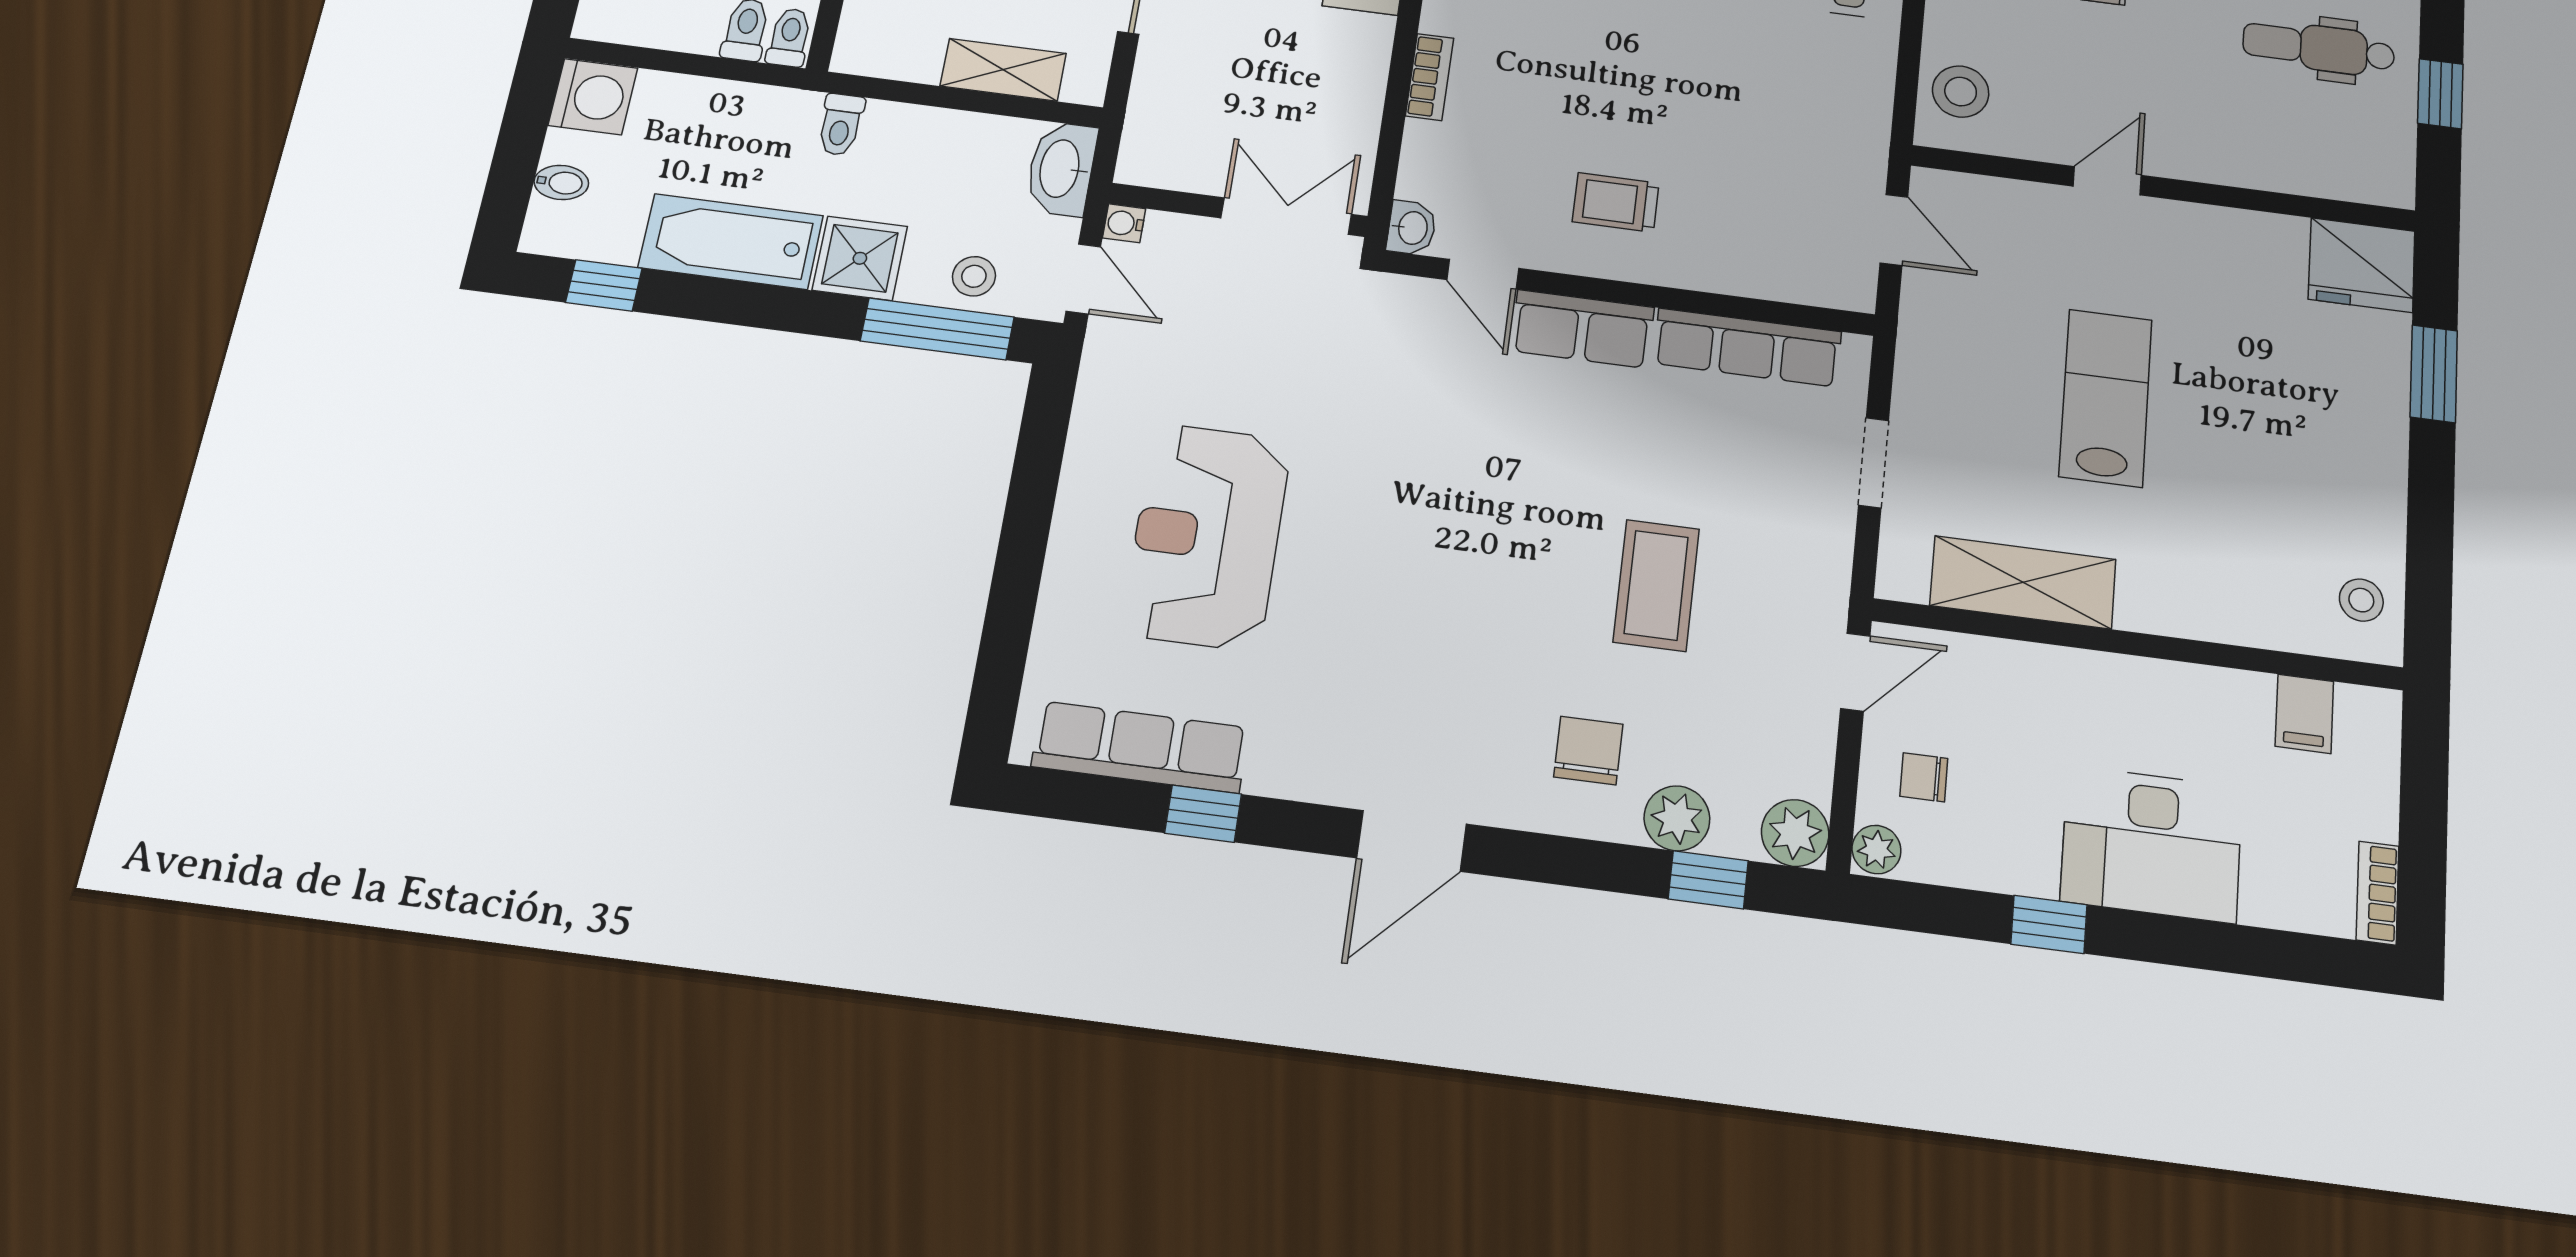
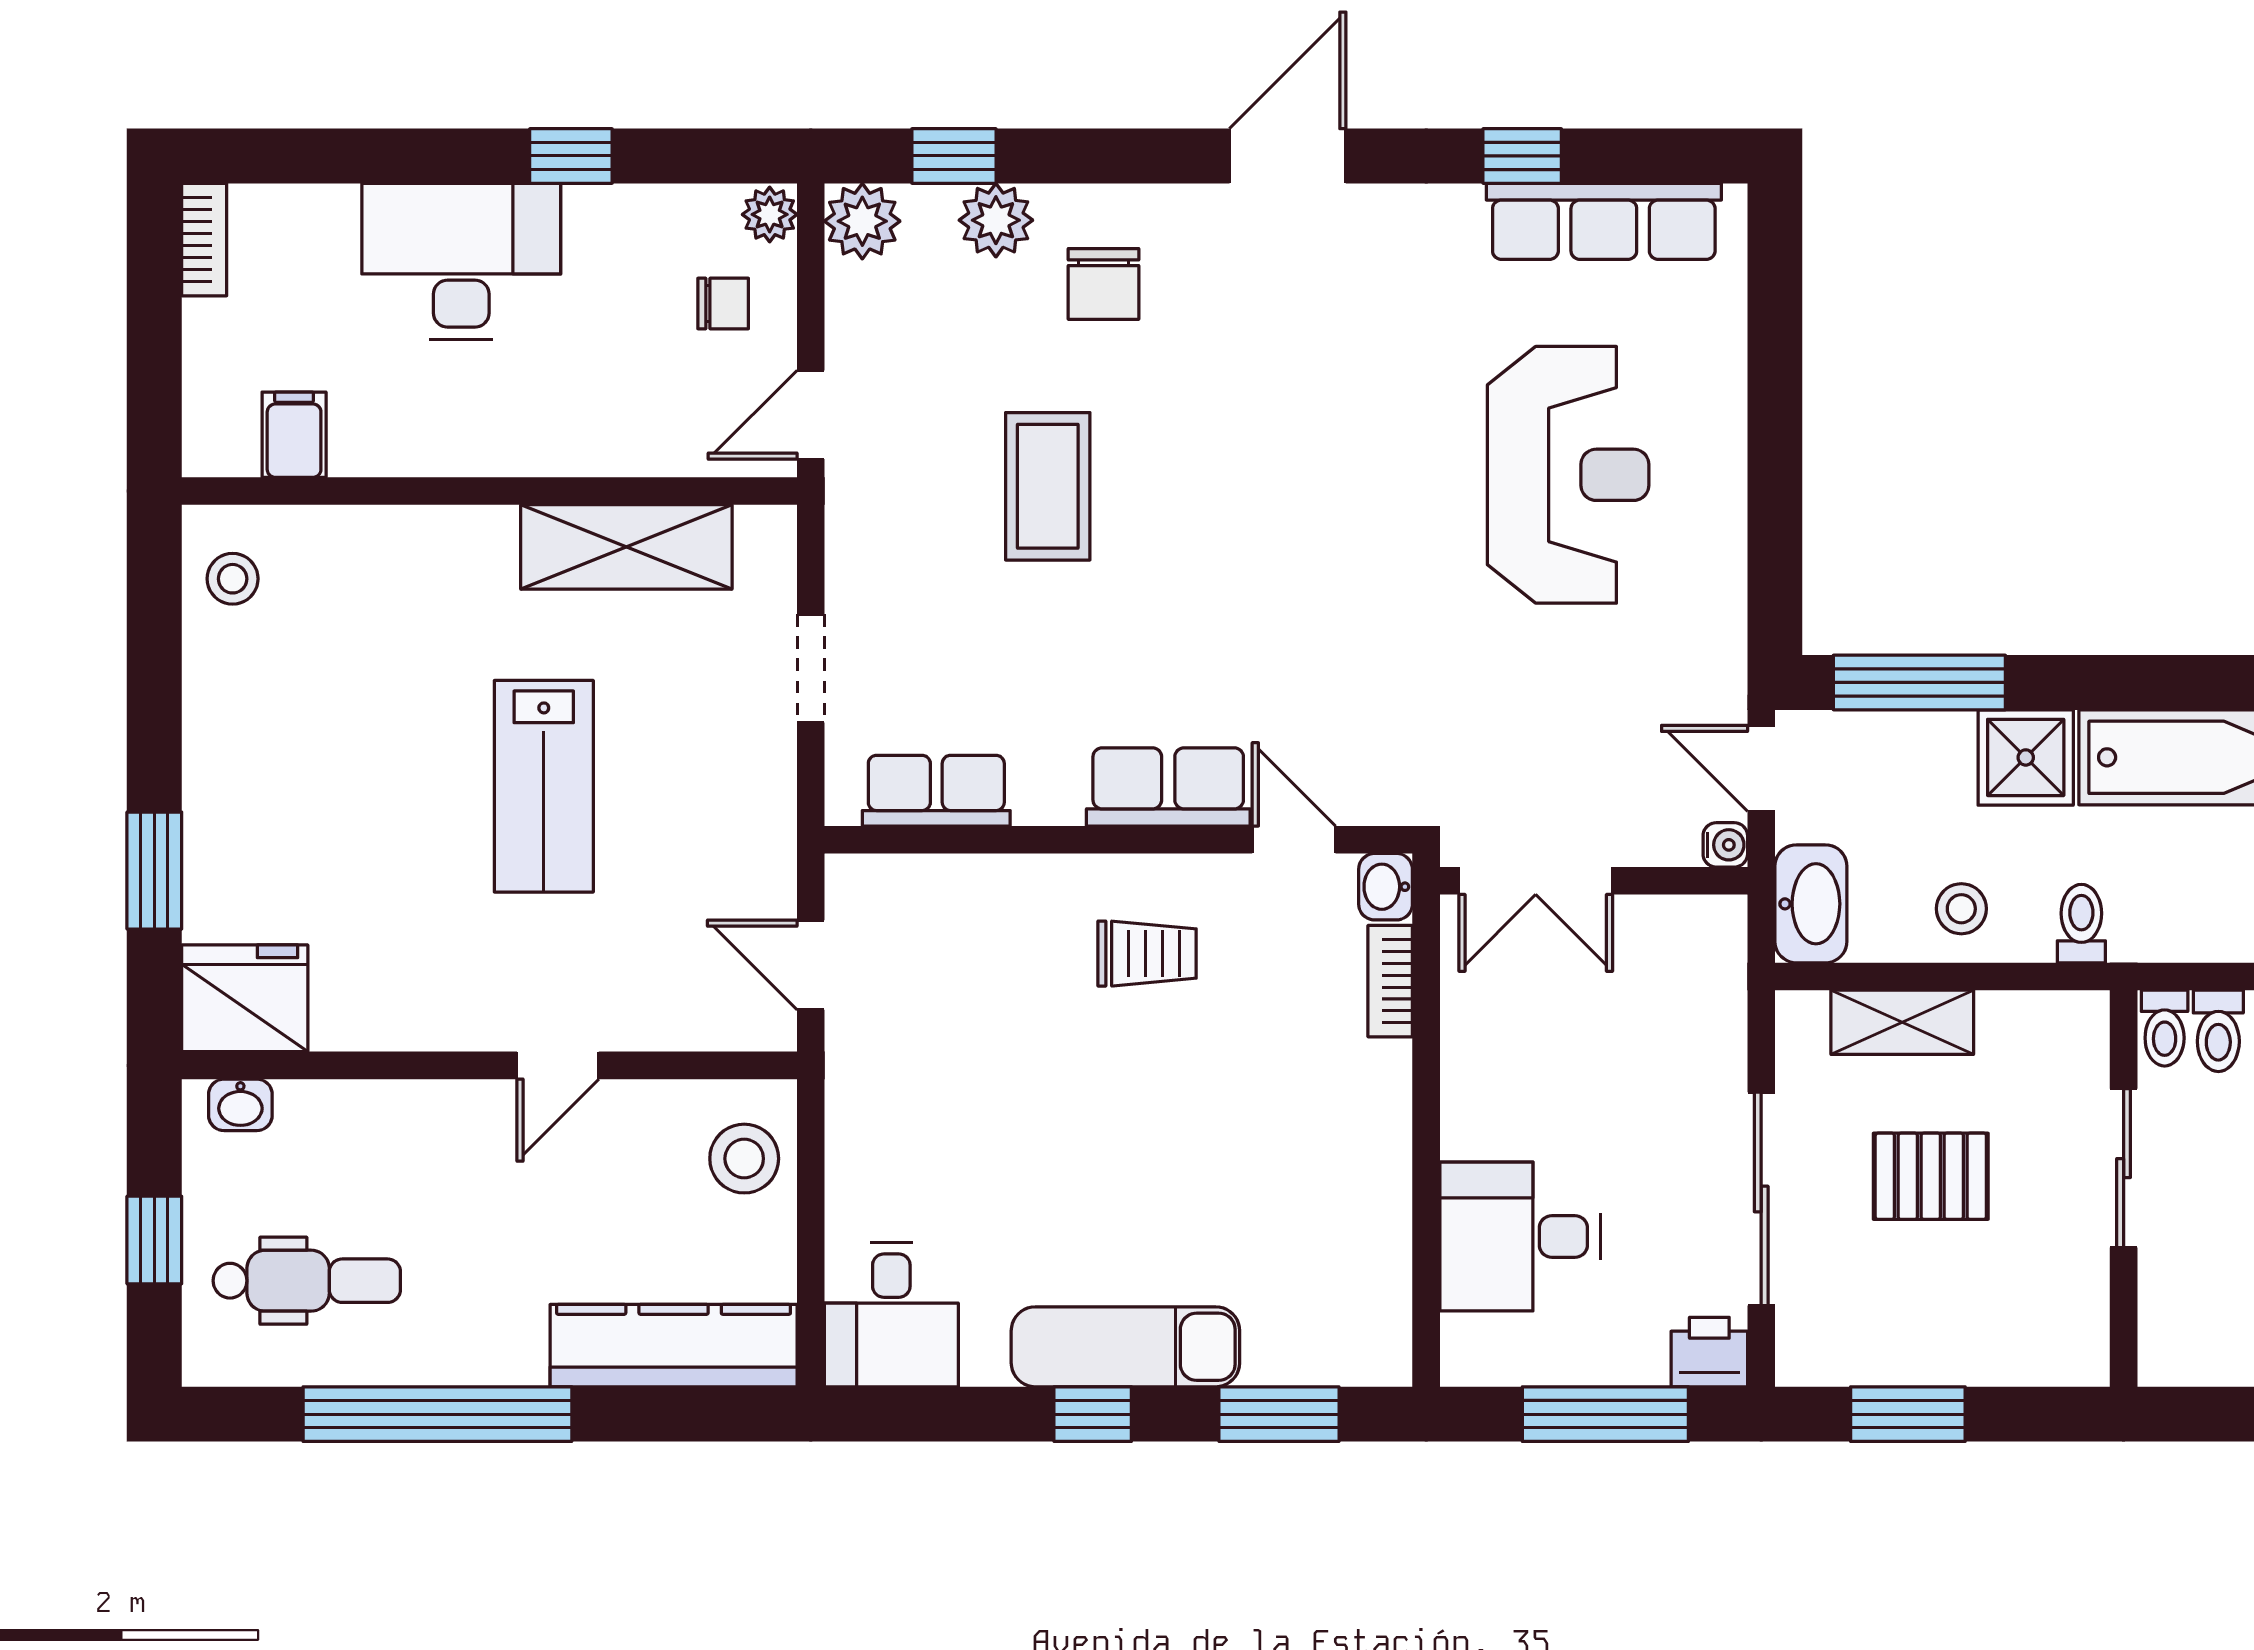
bookcase: (1430, 77) -> (1390, 981), moved
washbasin: (2368, 185) -> (240, 1105), added
stool: (974, 276) -> (1961, 909), moved
row of seats: (1747, 347) -> (936, 791), width x0.68

